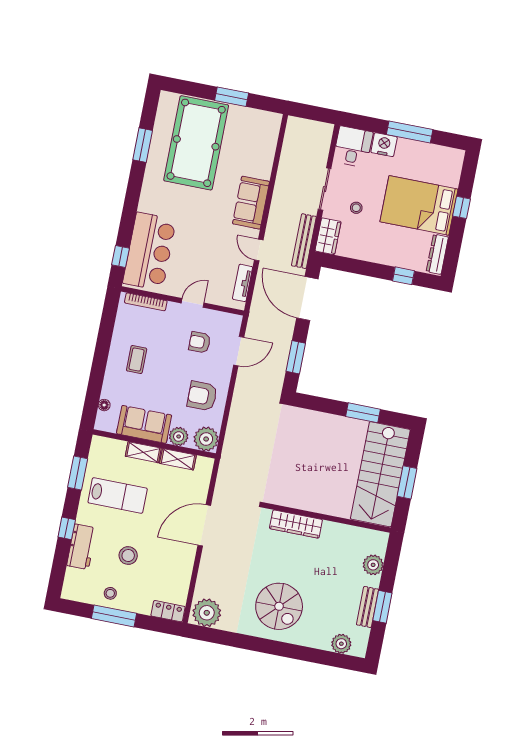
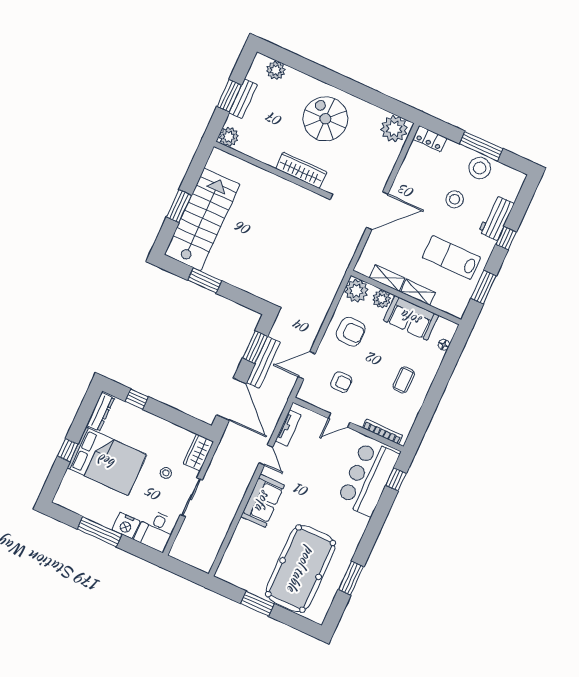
bench: (304, 241) -> (263, 362), moved
wall: (327, 518) -> (271, 169), moved
wardrobe: (296, 524) -> (301, 170), moved
stool: (110, 593) -> (480, 168), width x1.89, depth x1.89

